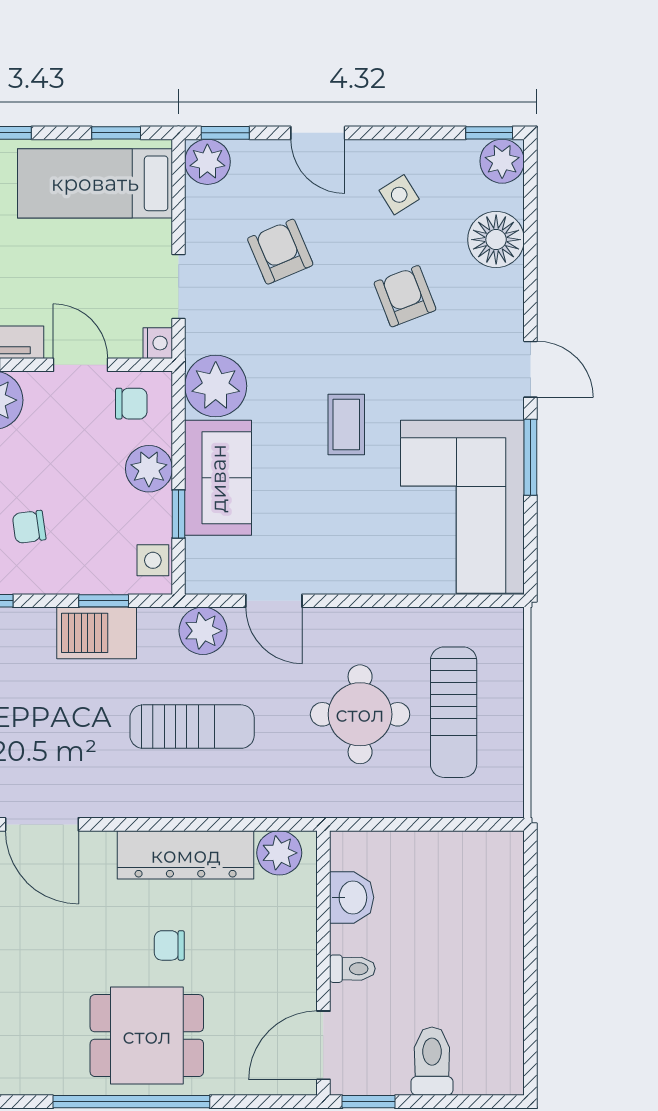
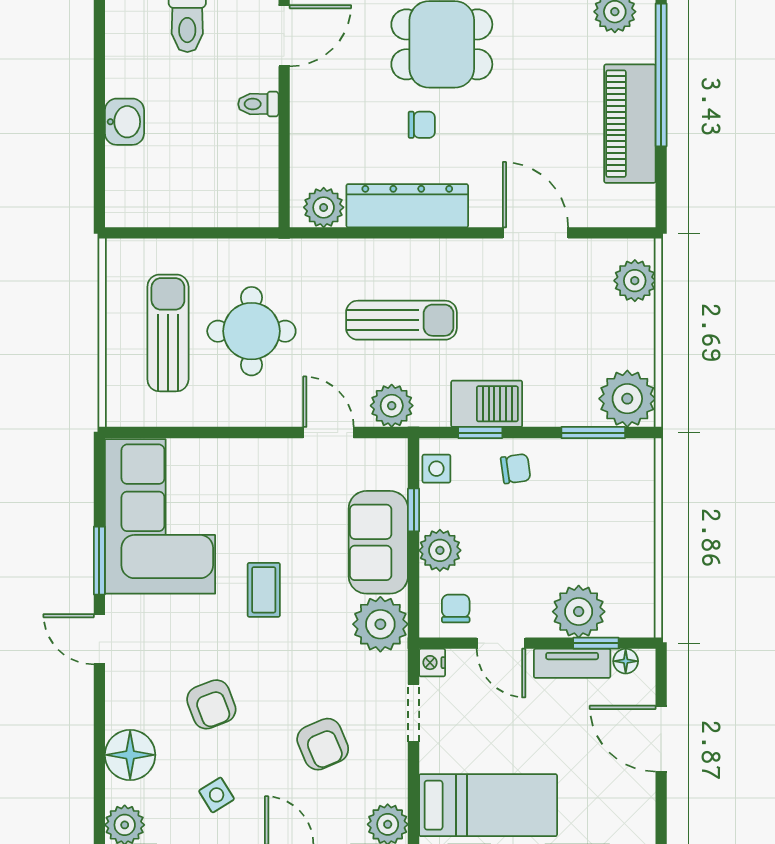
chair: (131, 404) -> (456, 609), turned 90
chair: (29, 527) -> (516, 469), moved
sun lounger: (192, 727) -> (401, 320), turned 180
washbasin: (352, 897) -> (124, 122), moved, turned 180

